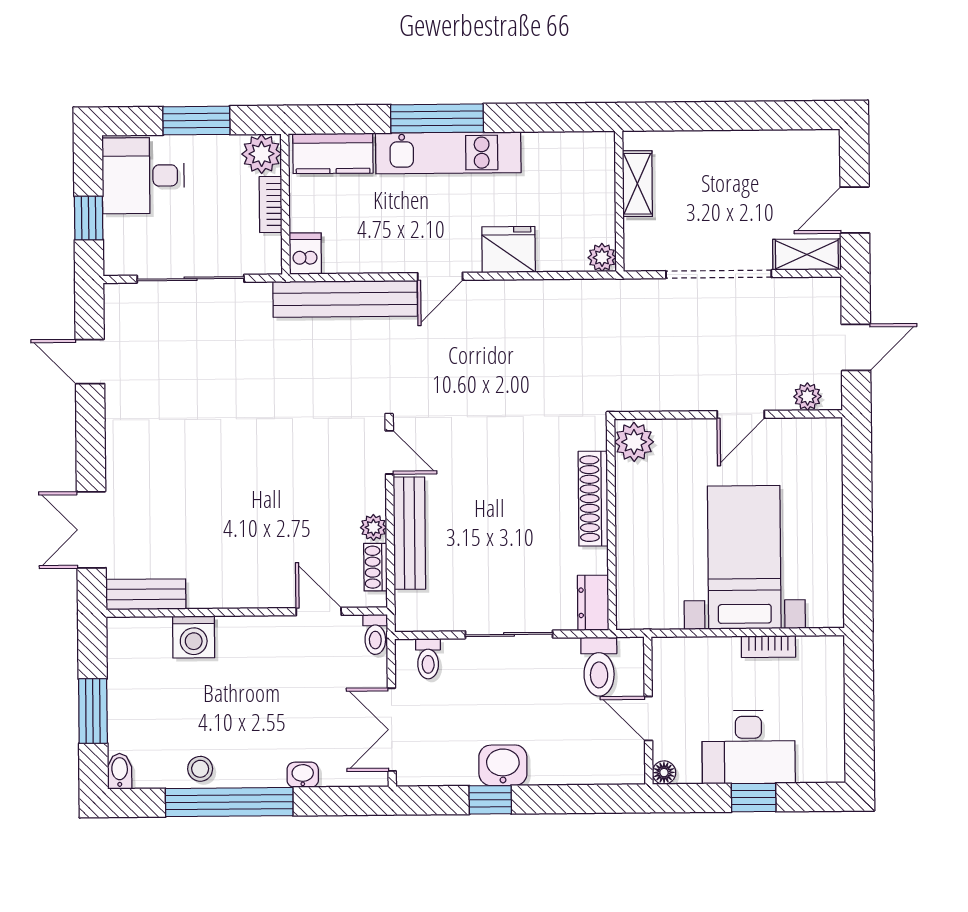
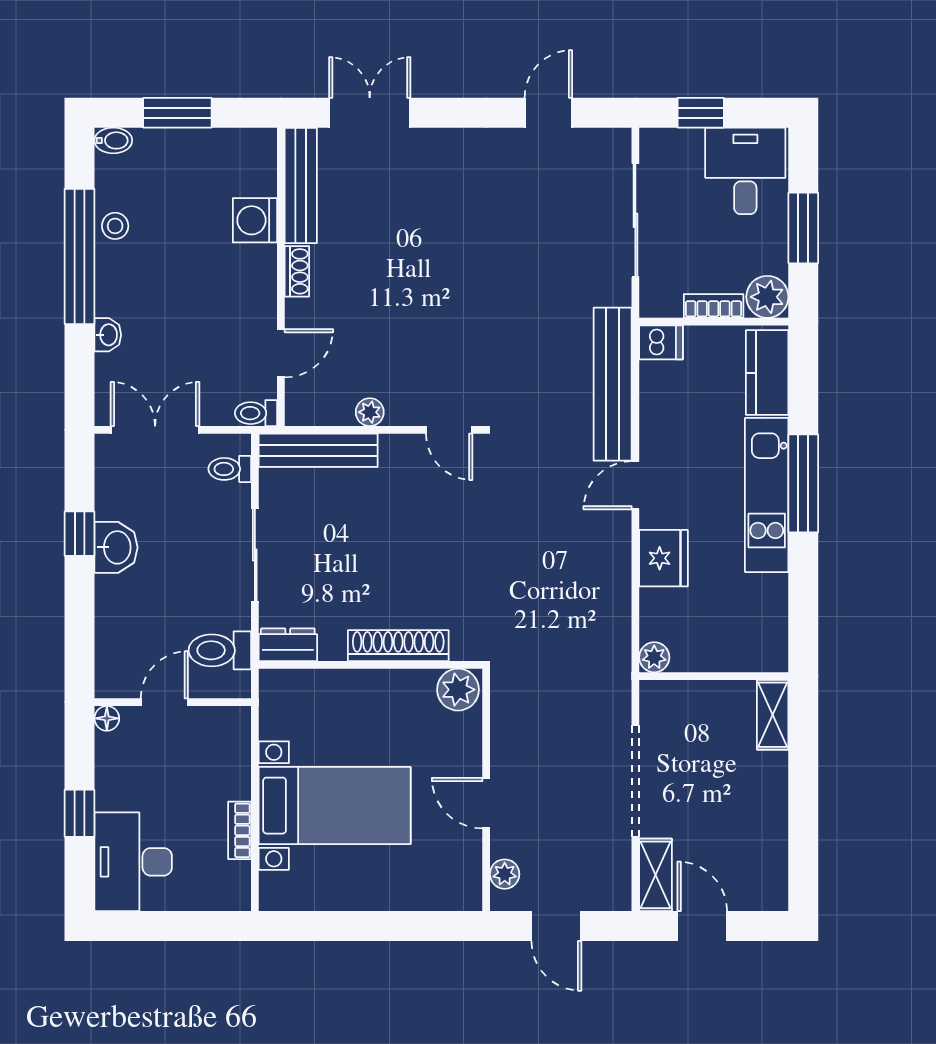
shelving: (637, 184) -> (773, 715), moved, turned 90
door: (440, 277) -> (635, 485), hinge flipped
door: (389, 452) -> (449, 430), hinge flipped
bench: (409, 533) -> (318, 450), moved
shoe rack: (375, 567) -> (297, 271), moved, turned 90
bench: (146, 594) -> (301, 185), width x1.36
desk: (749, 747) -> (133, 862), moved

